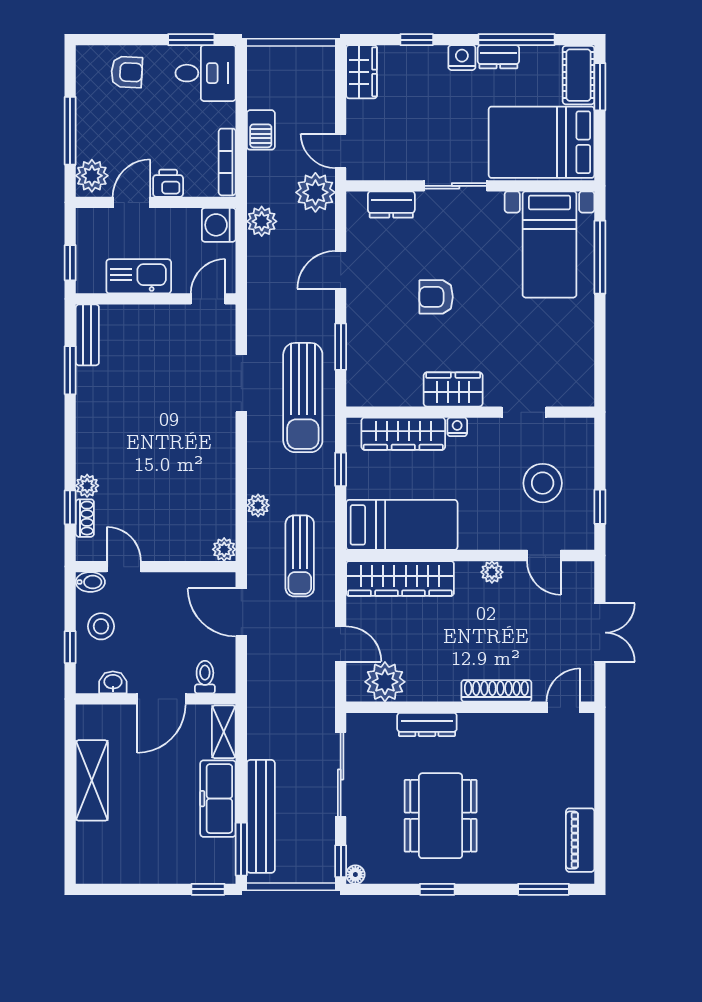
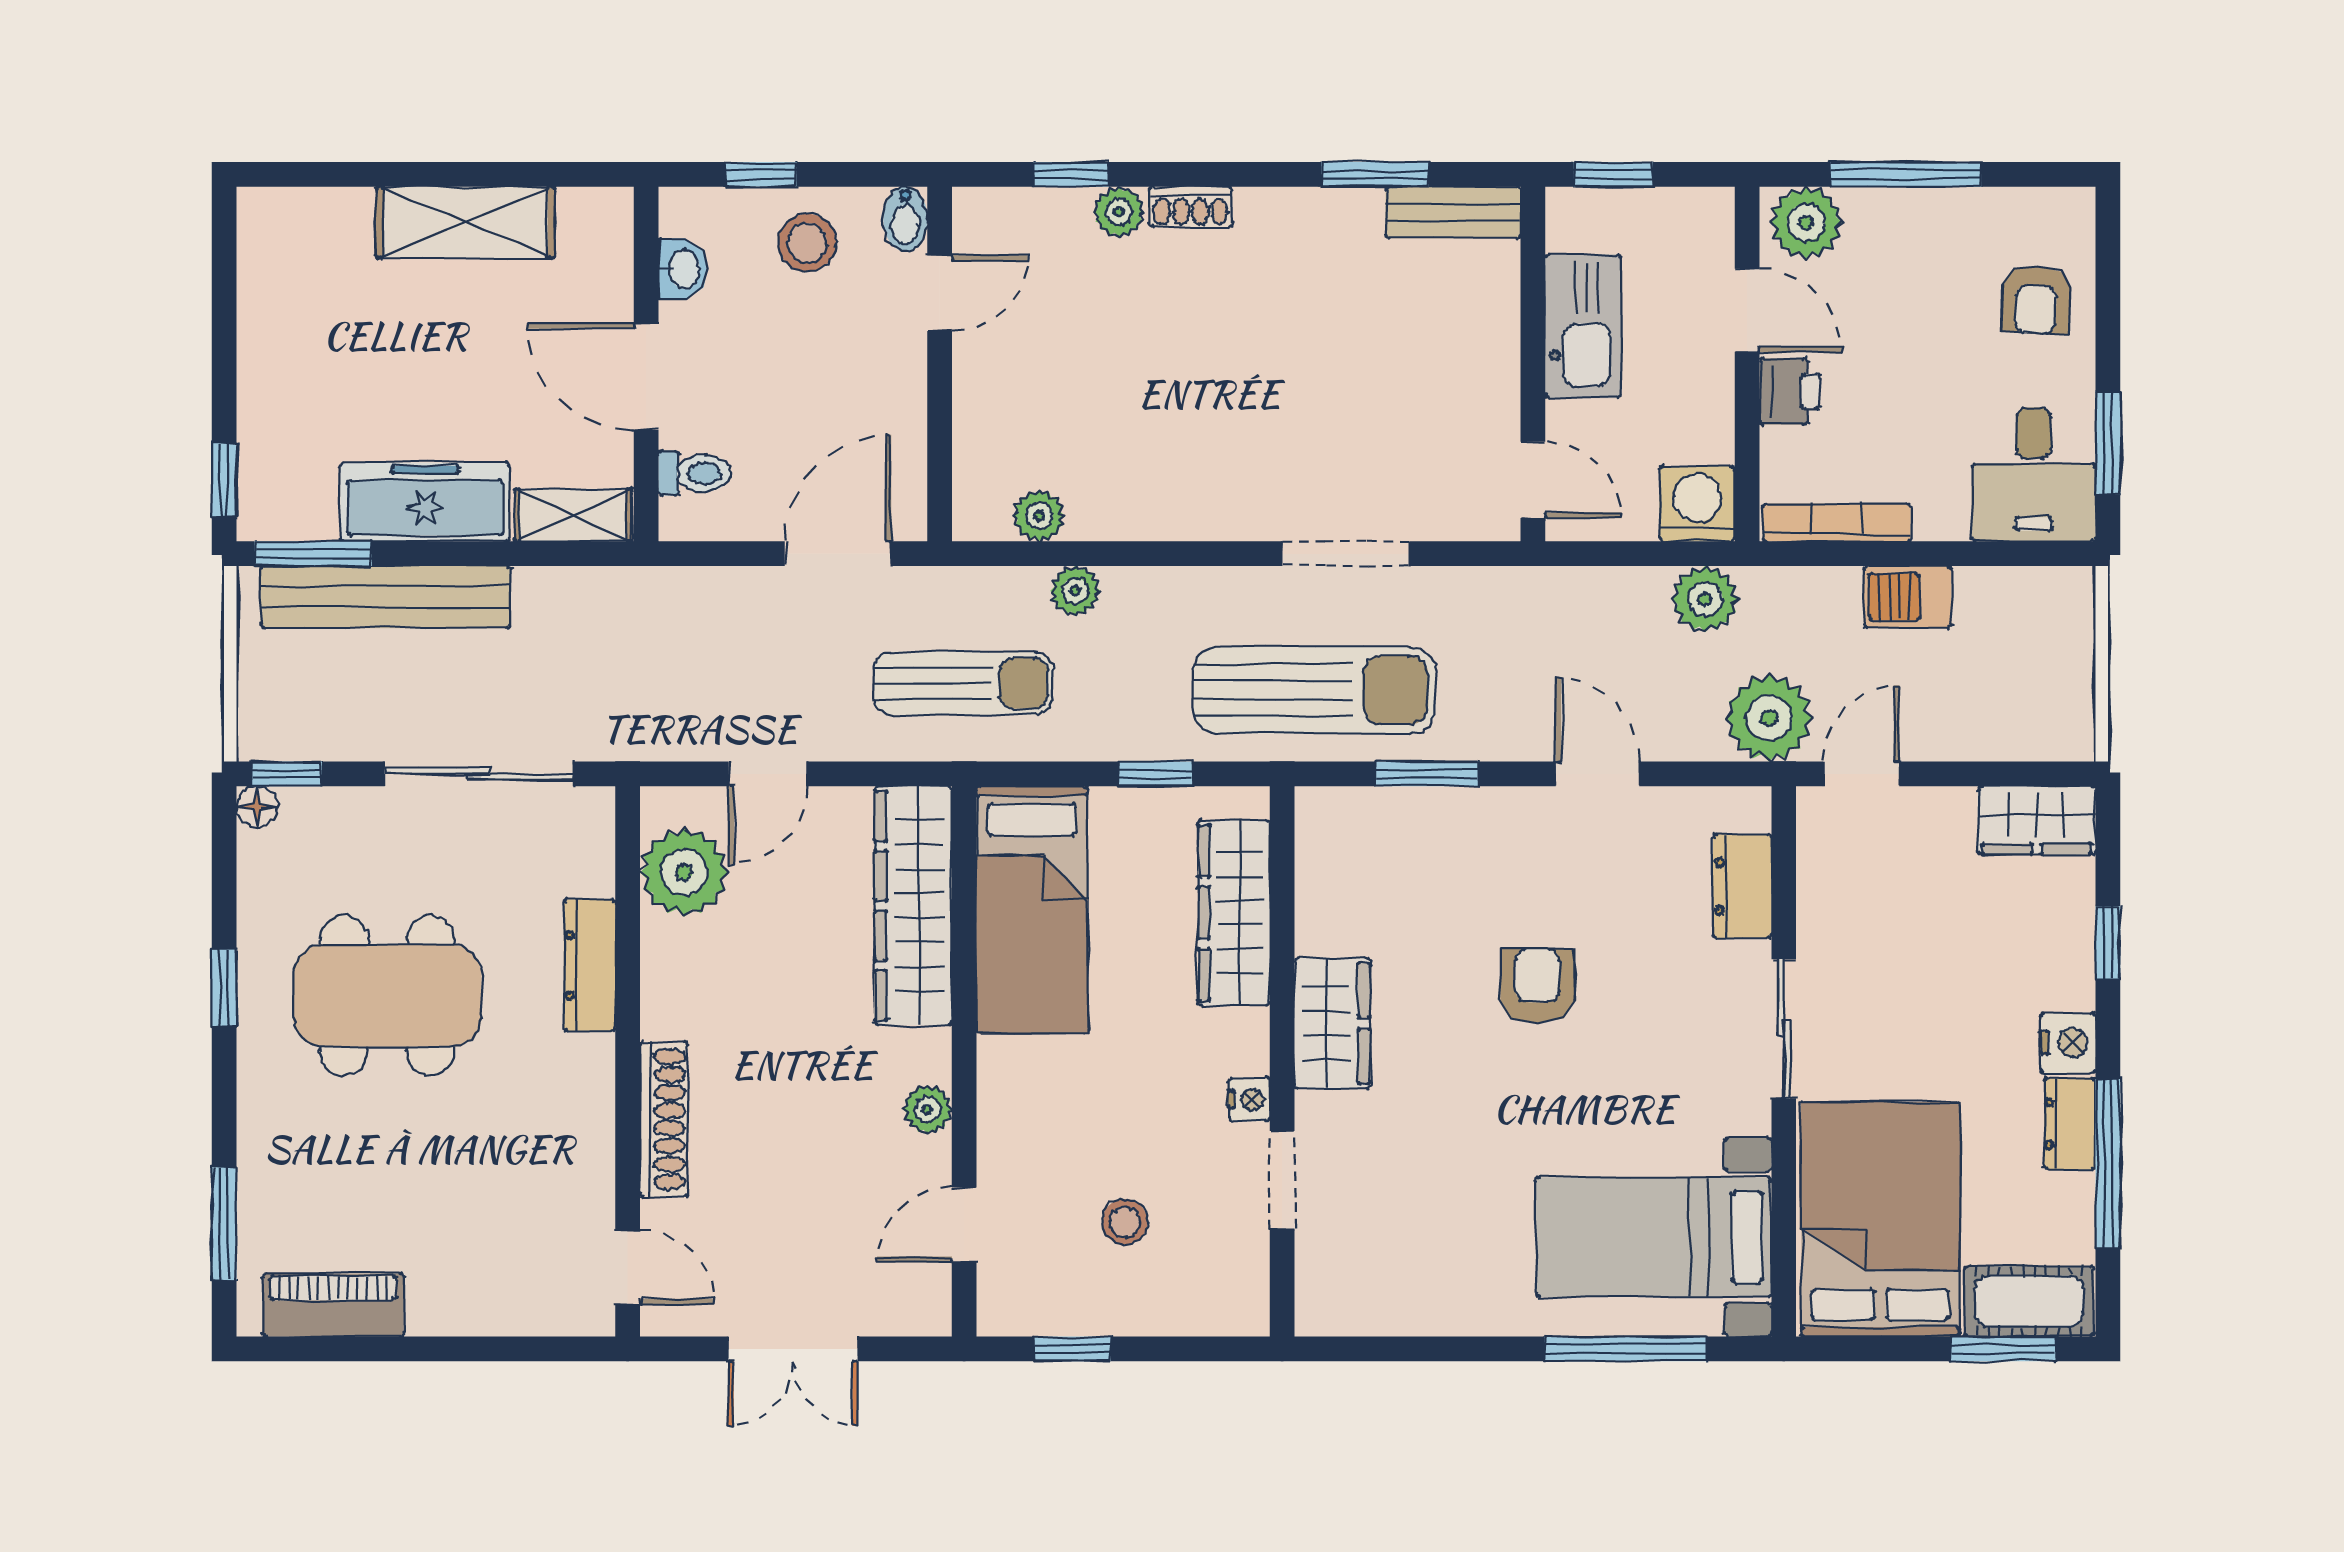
sun lounger: (303, 398) -> (1314, 690), turned 180
nightstand: (457, 427) -> (1249, 1099), moved
stool: (543, 483) -> (1125, 1222), width x0.53, depth x0.53
shoe rack: (85, 518) -> (1191, 207), moved
plant: (224, 549) -> (1039, 516), moved
sun lounger: (300, 556) -> (963, 683), turned 180

